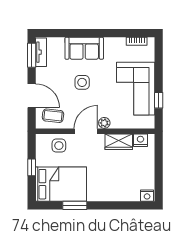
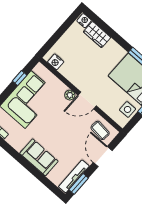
tv unit: (41, 52) -> (74, 176), width x1.41
side table: (82, 82) -> (61, 136), removed
wardrobe: (119, 142) -> (97, 35), moved, turned 180
side table: (59, 146) -> (128, 109), moved

